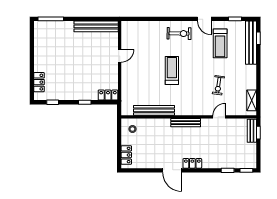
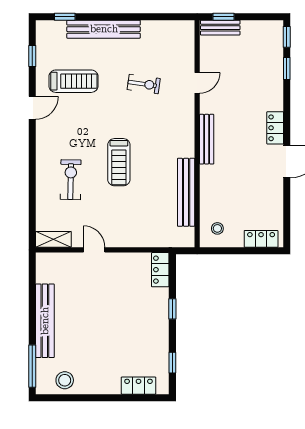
bench: (96, 26) -> (45, 321), moved
exercise bike: (179, 33) -> (71, 180), moved
stool: (42, 38) -> (65, 380), added
bench: (251, 43) -> (104, 29), moved
treadmill: (172, 70) -> (119, 162), turned -90
shelving: (252, 100) -> (53, 239), moved
door: (219, 117) -> (197, 83), swing flipped

